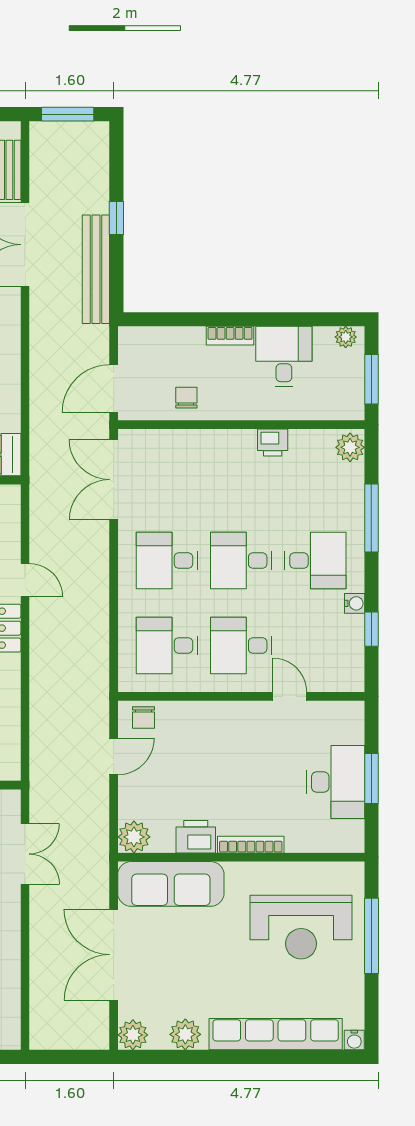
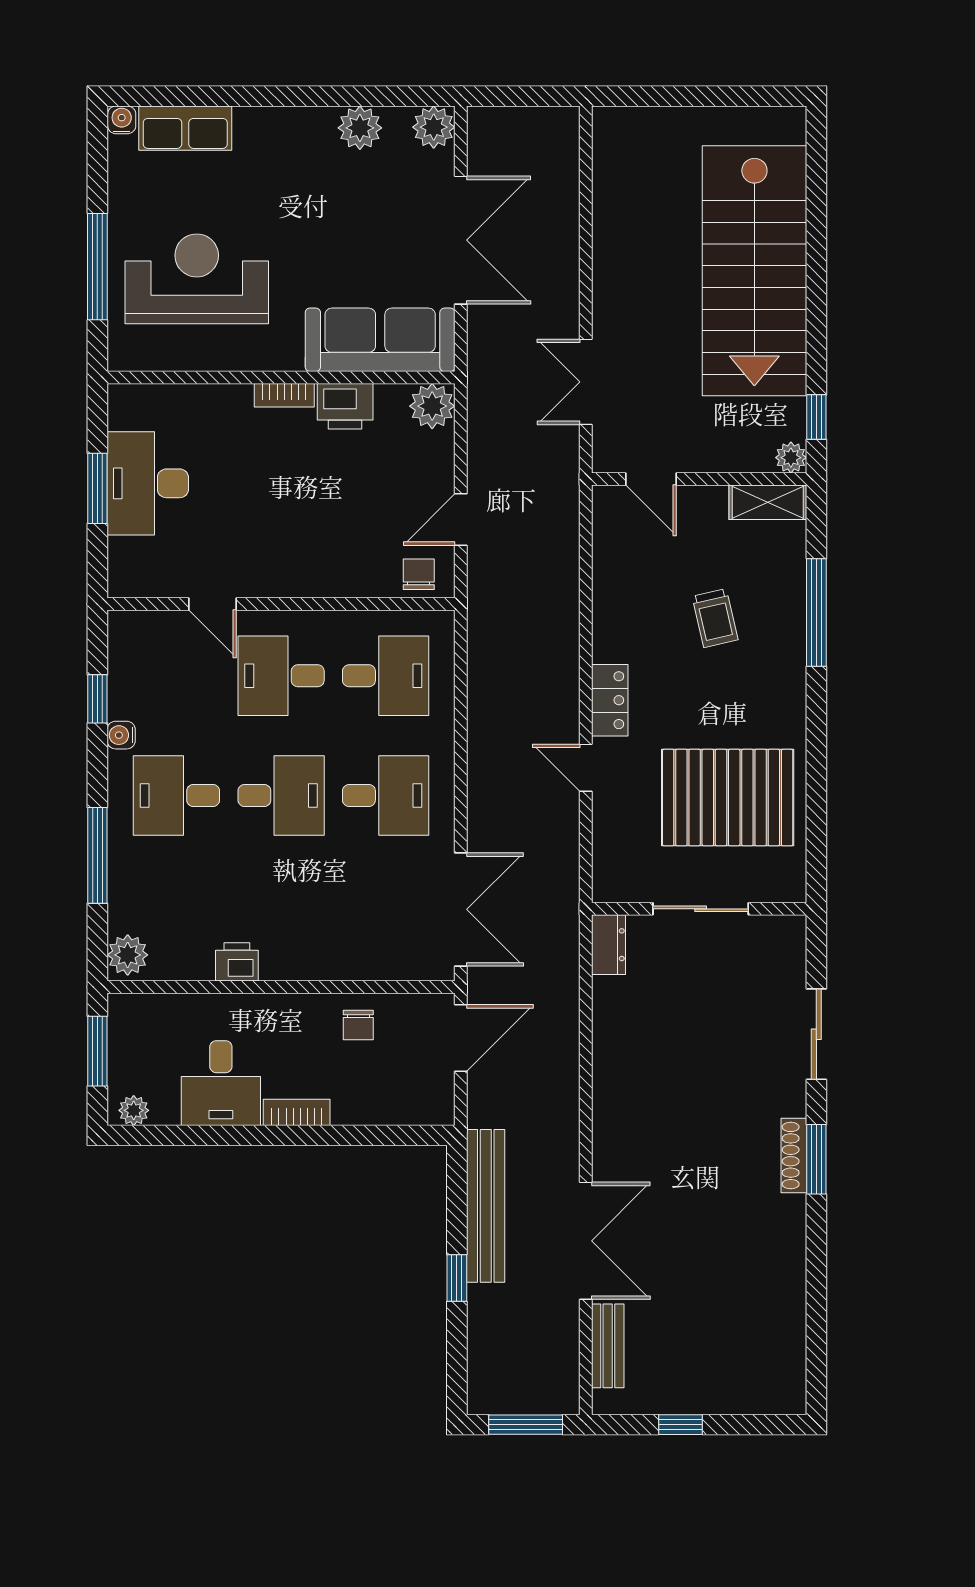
desk: (241, 645) -> (281, 676), turned 180
bookcase: (251, 845) -> (284, 395), width x0.64
row of seats: (276, 1034) -> (185, 128), width x0.50

